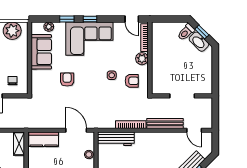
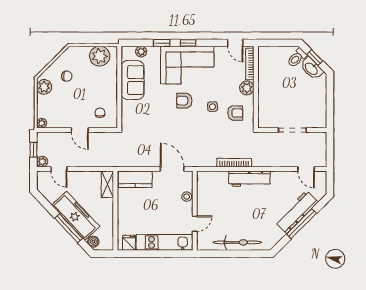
armchair: (67, 80) -> (184, 101), moved, turned -90
bench: (165, 123) -> (273, 161), removed
workbench: (116, 139) -> (249, 179), moved

